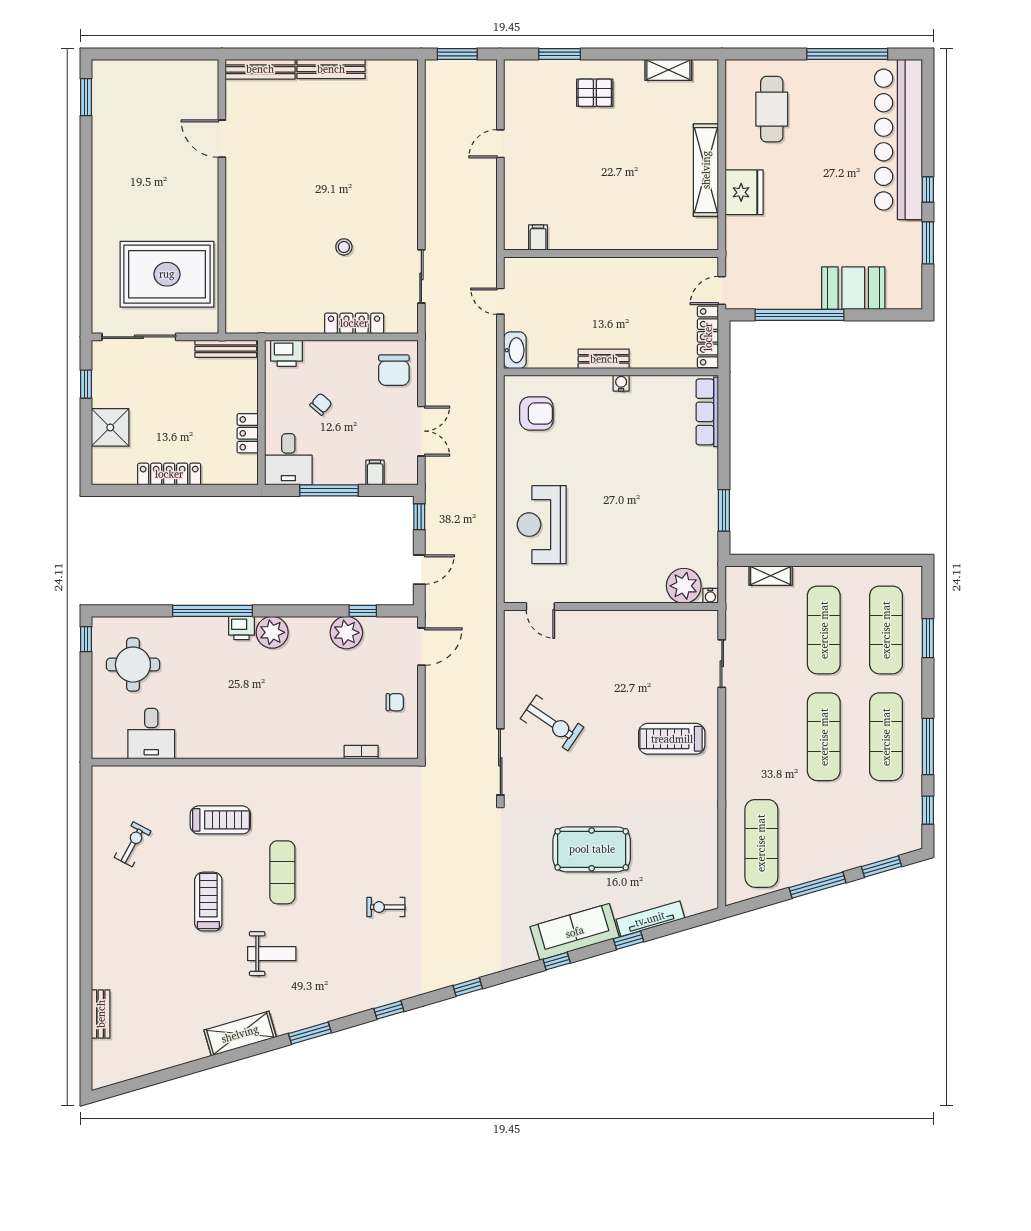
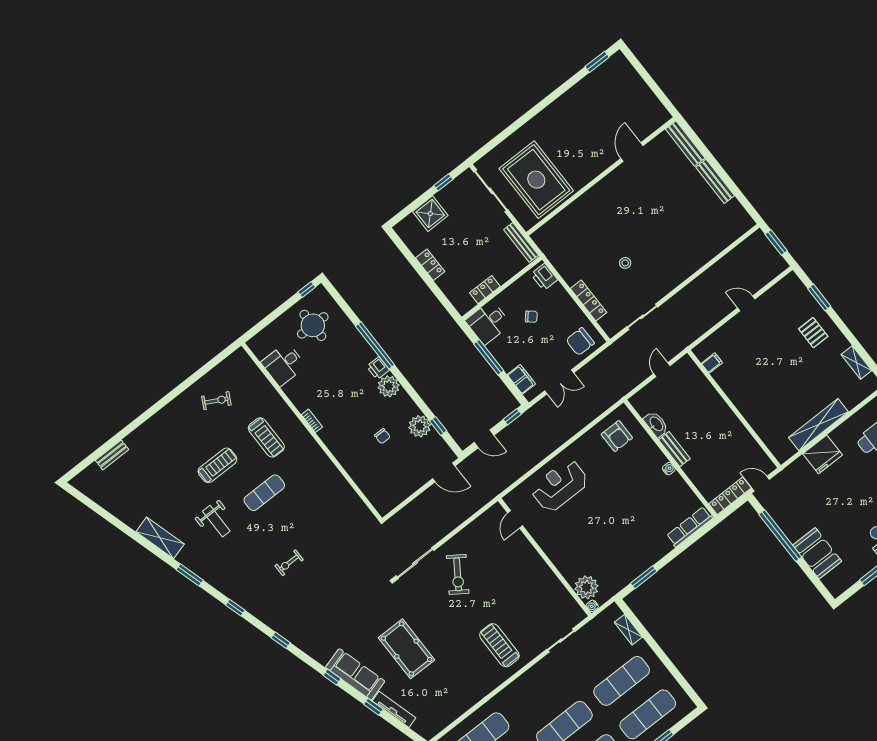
washbasin: (515, 350) -> (656, 424), moved, turned -90
filing cabinet: (375, 473) -> (521, 379), width x2.00
locker: (169, 474) -> (430, 265), width x0.66
chair: (395, 702) -> (382, 436), moved
bookcase: (361, 752) -> (312, 421), moved
exercise bike: (386, 907) -> (289, 563), turned -90

